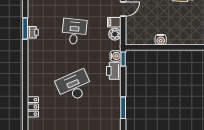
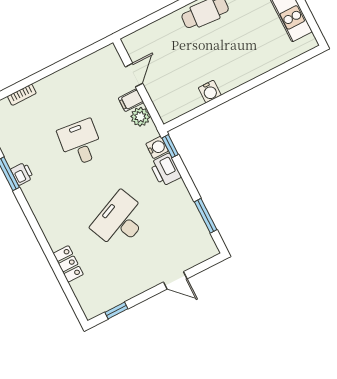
locker: (33, 107) -> (68, 264), moved

